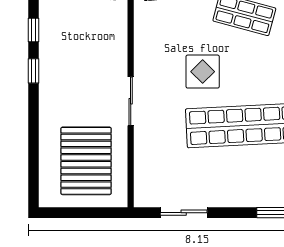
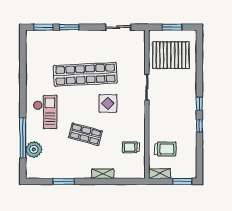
pallet: (86, 161) -> (171, 55), turned 90
window: (84, 213) -> (172, 27), added

